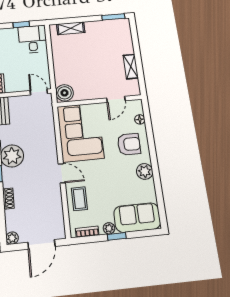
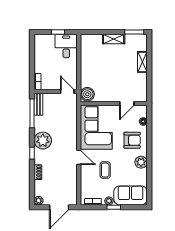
shelving: (71, 28) -> (114, 39), moved
shelving: (131, 67) -> (142, 62), moved
coffee table: (79, 199) -> (105, 170), moved

